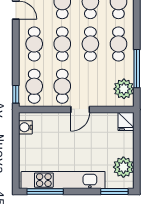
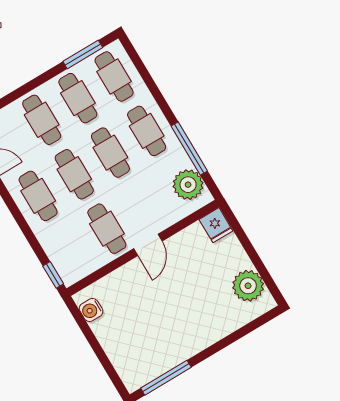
cafe table: (34, 86) -> (71, 250), removed
kitchen unit: (63, 180) -> (180, 349), removed
window: (114, 192) -> (255, 324), removed

